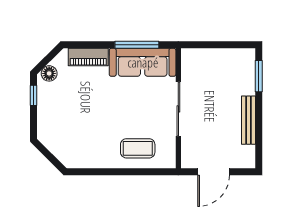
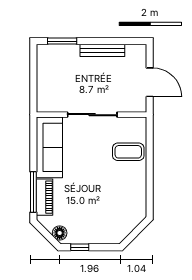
window: (137, 45) -> (33, 192), moved
coffee table: (138, 148) -> (128, 152), turned 90

